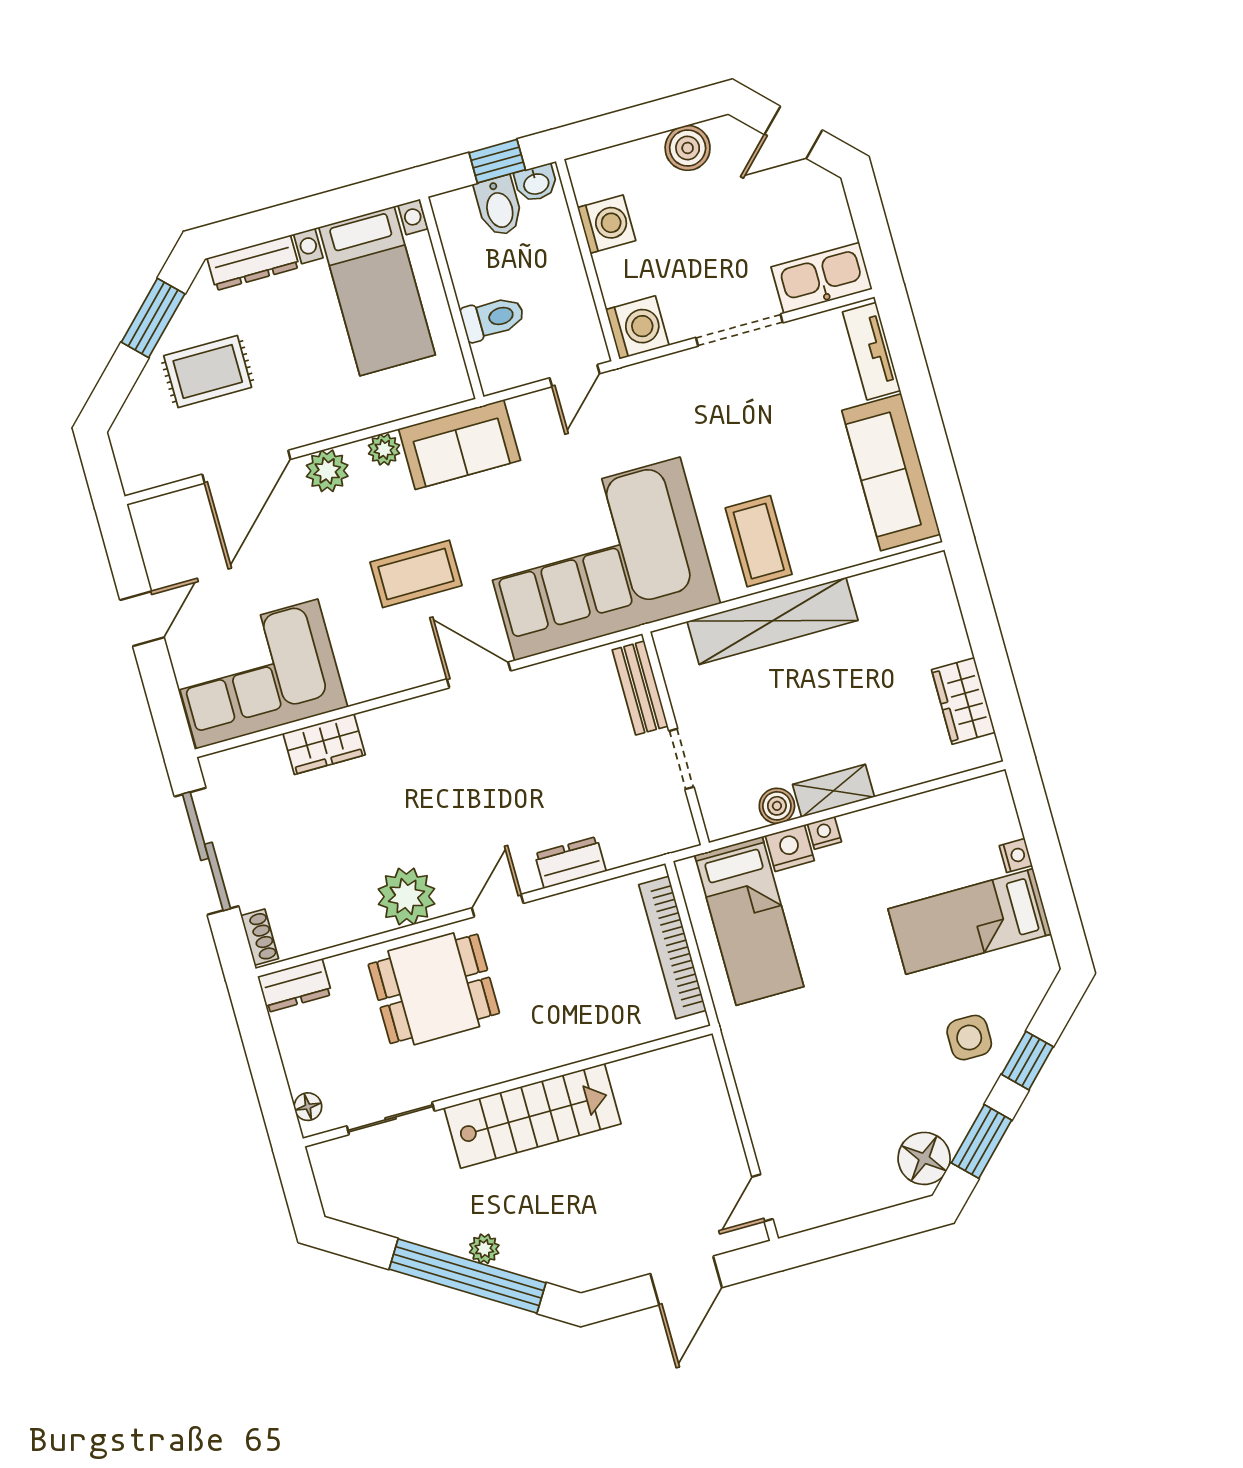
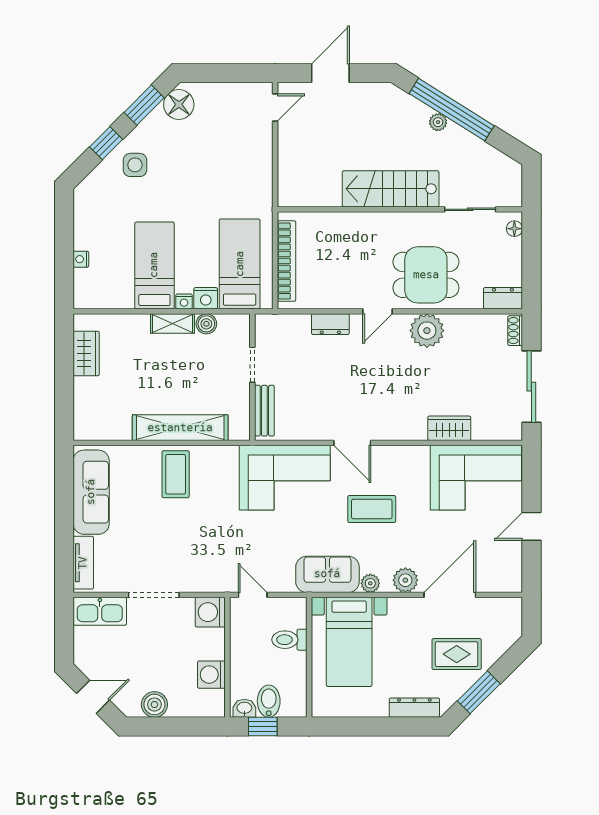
bed with nightstands: (377, 291) -> (349, 642), moved, turned 180
door: (575, 376) -> (253, 595), hinge flipped
corner sofa: (597, 559) -> (285, 478), width x0.73, depth x0.74
bed: (970, 921) -> (154, 265), moved, turned -90

